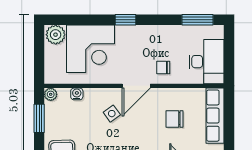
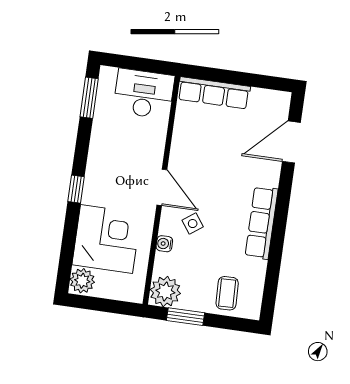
chair: (163, 67) -> (143, 150), removed
plant: (51, 94) -> (165, 292), width x1.88, depth x1.88
water cooler: (77, 94) -> (164, 244), moved
chair: (174, 119) -> (211, 145), removed

